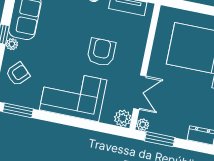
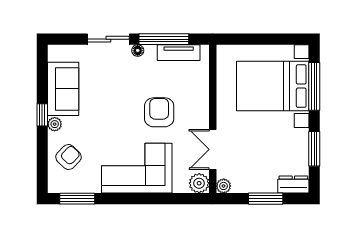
double door: (140, 92) -> (213, 149), swing flipped
window: (160, 139) -> (266, 199), moved

